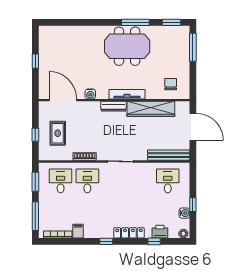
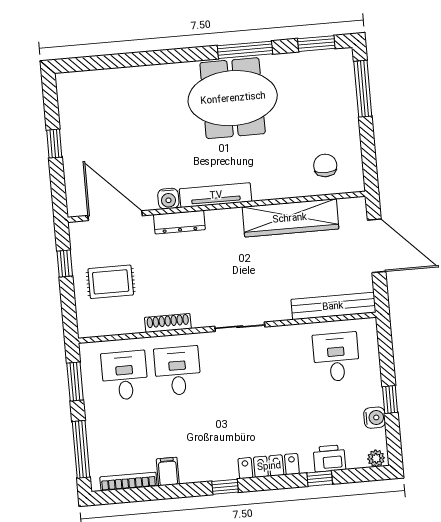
tv unit: (127, 94) -> (216, 195), moved
dresser: (114, 106) -> (179, 222), moved
rug: (58, 133) -> (111, 282), turned 90
window: (35, 135) -> (65, 264), moved

